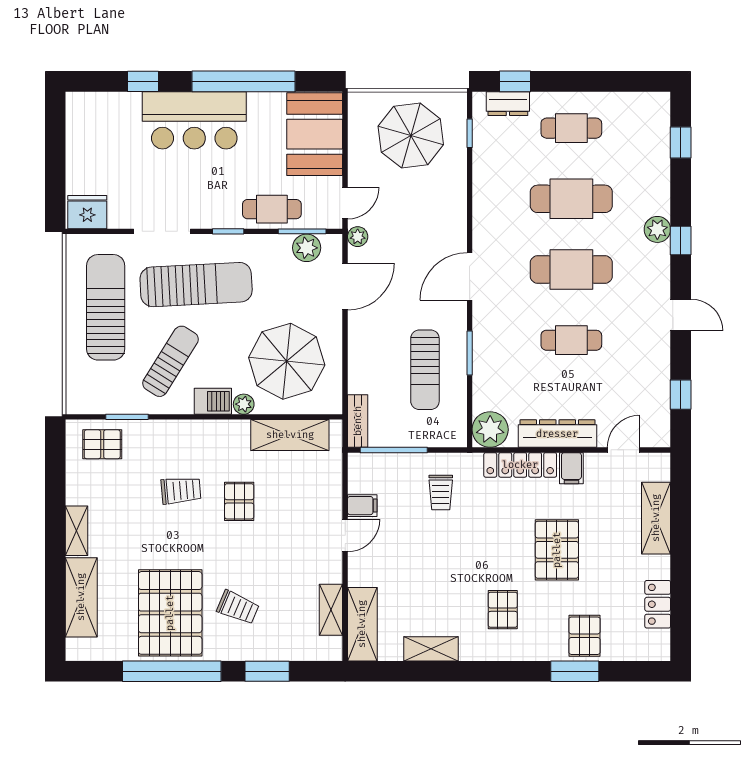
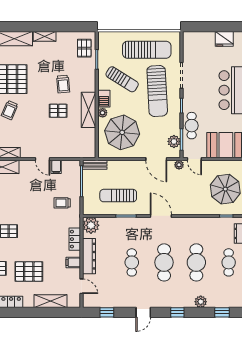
fridge: (87, 212) -> (224, 39), moved, turned 90
plant: (657, 229) -> (201, 302), moved
shelving: (290, 435) -> (88, 110), moved
locker: (520, 465) -> (75, 239), width x0.66
pallet: (557, 550) -> (29, 272), moved

